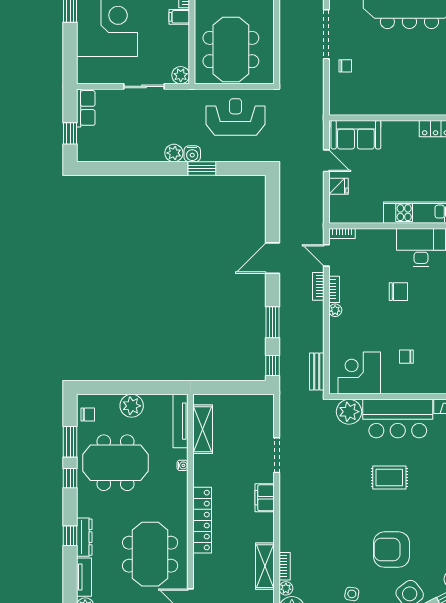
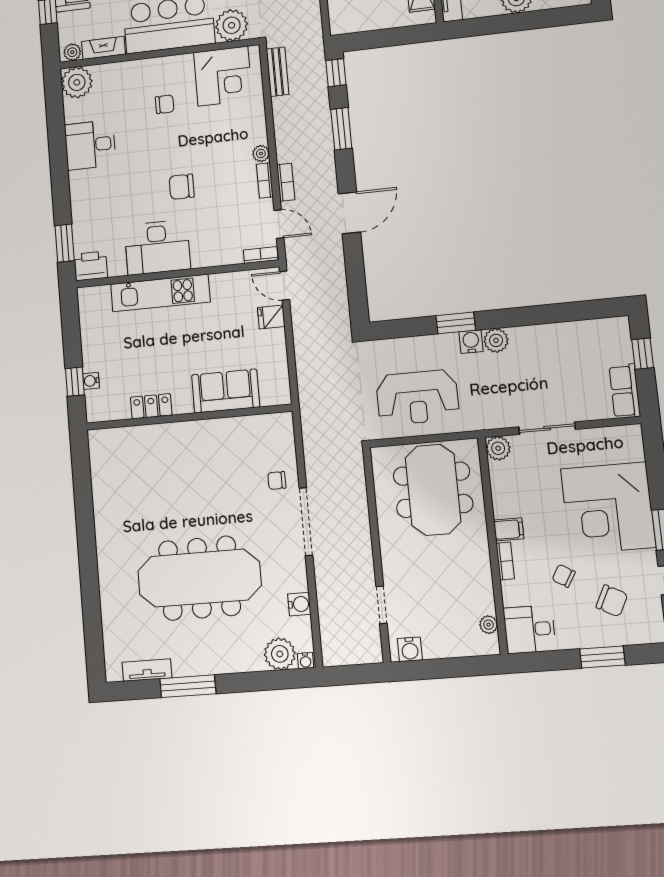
sofa: (356, 135) -> (226, 391), moved
door: (326, 161) -> (285, 286), moved

